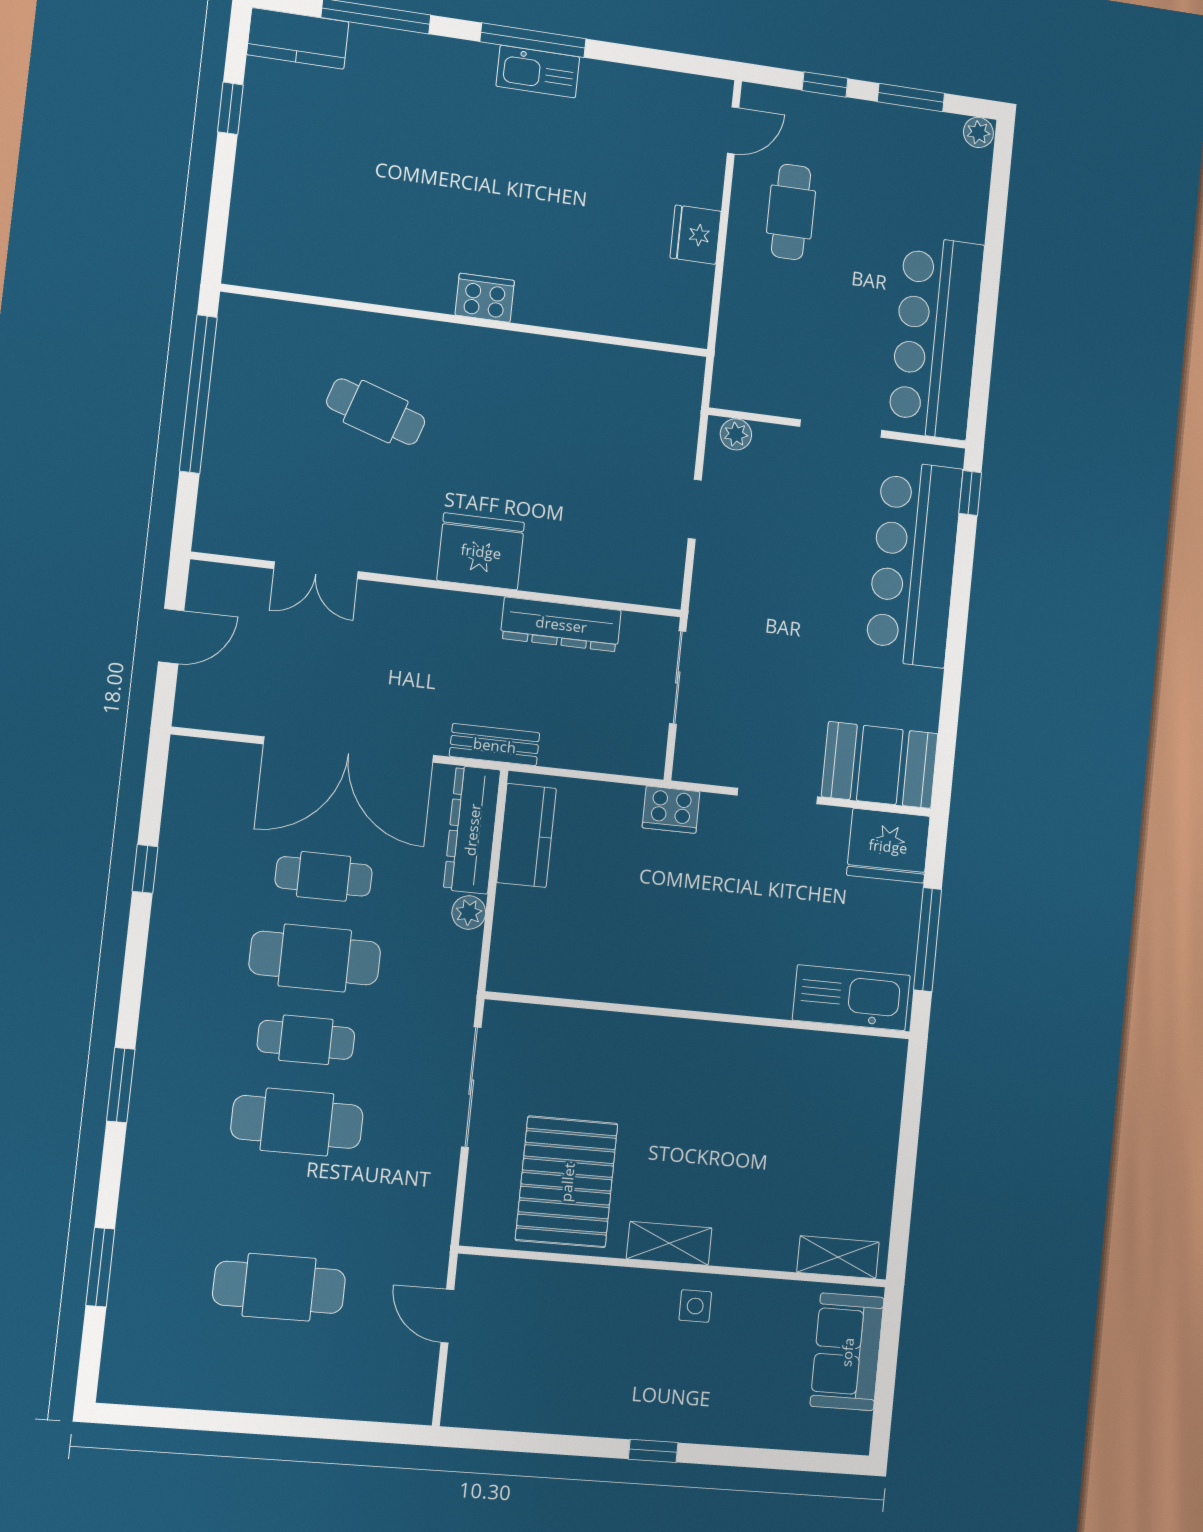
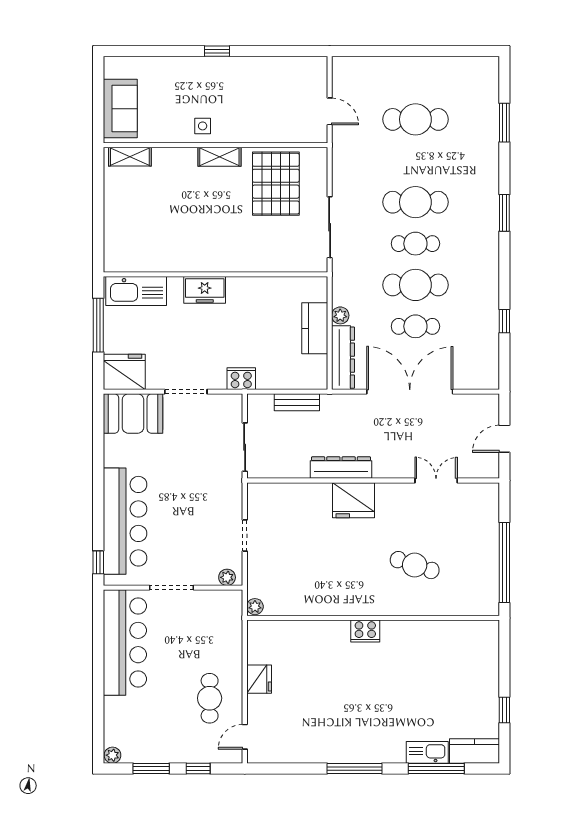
kitchen sink: (538, 72) -> (427, 752), moved
plant: (689, 372) -> (255, 607), added
dresser: (561, 624) -> (341, 468), moved
bench: (495, 745) -> (297, 402), moved
kitchen counter: (527, 835) -> (315, 328), moved
freezer: (723, 987) -> (205, 290), added

